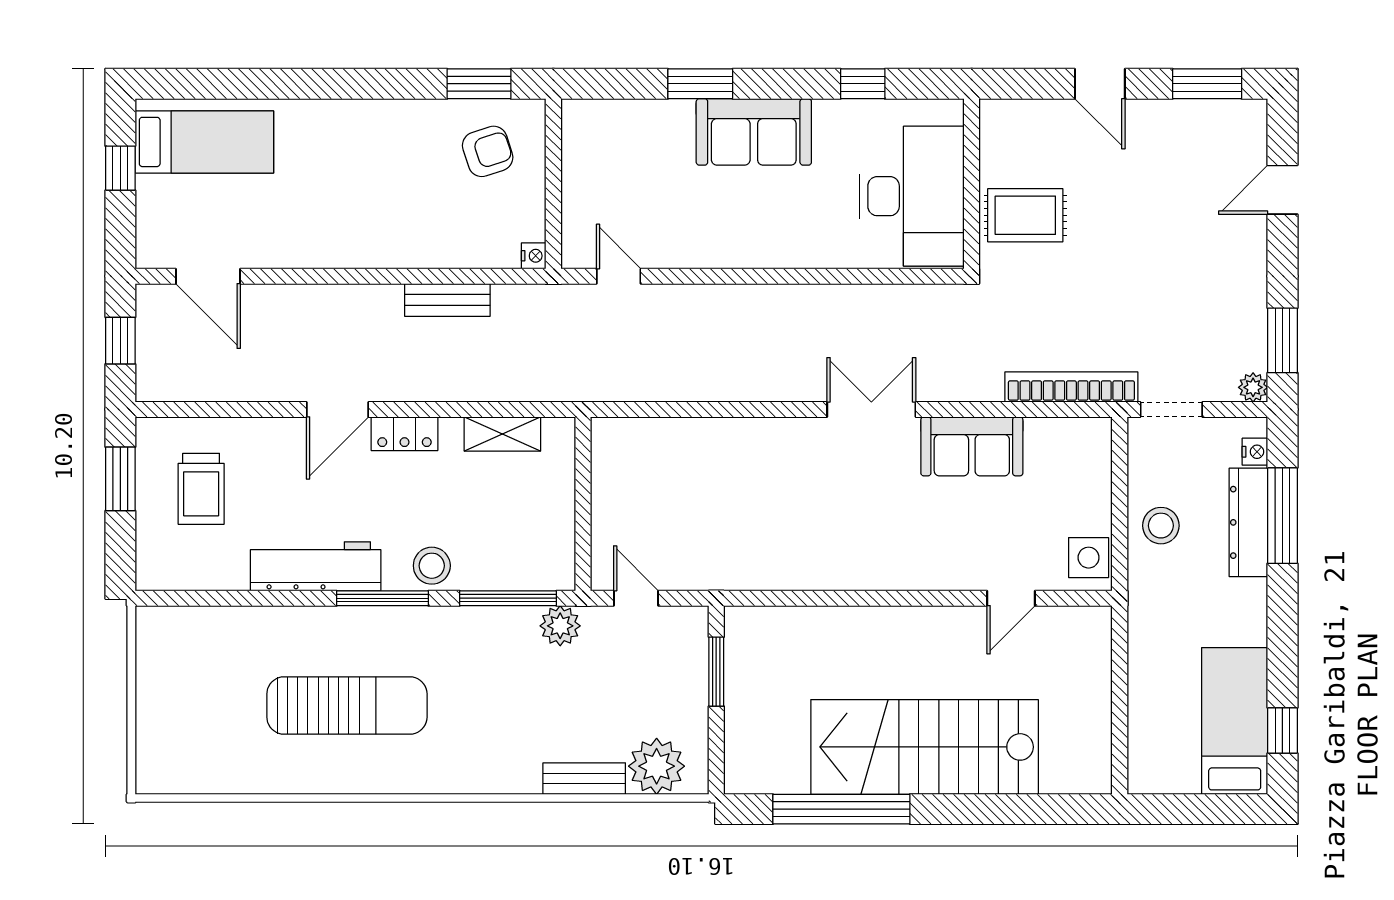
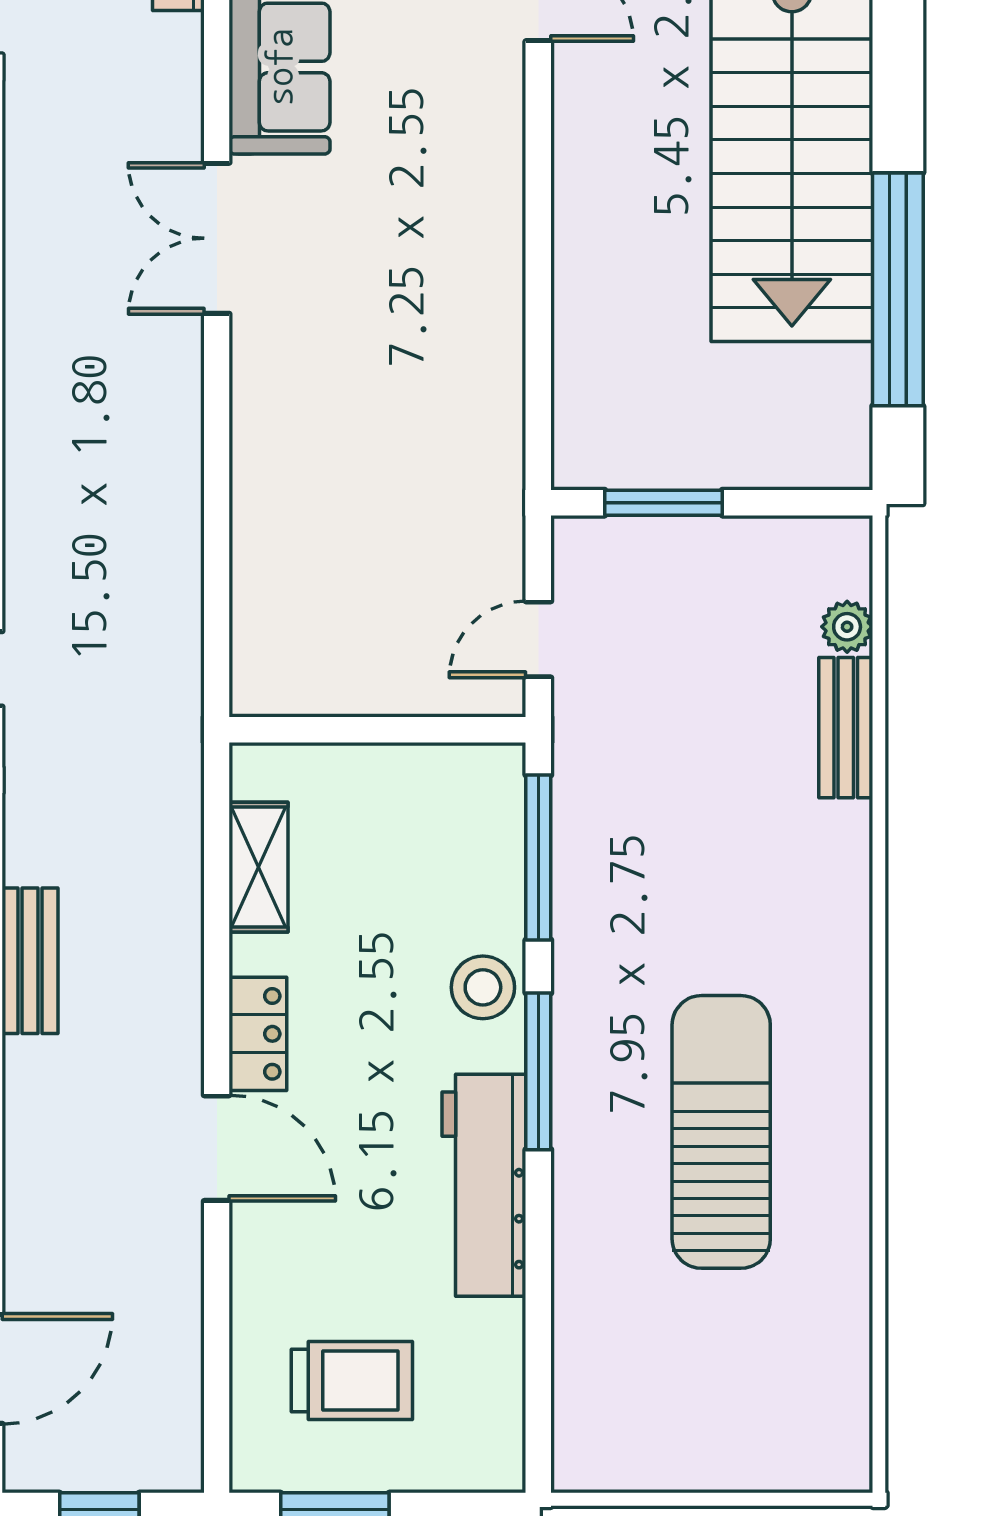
plant: (560, 626) -> (585, 769), removed
plant: (657, 766) -> (847, 627), width x0.53, depth x0.53

